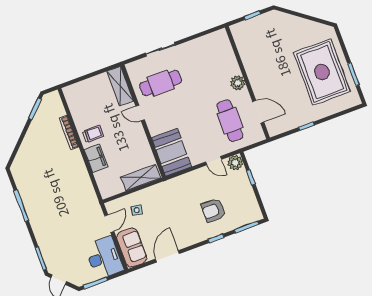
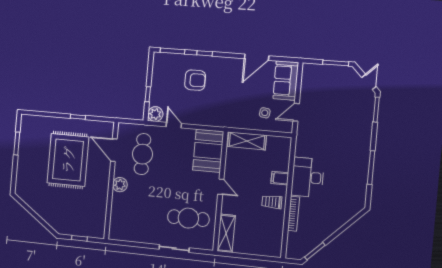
rug: (322, 72) -> (68, 160), moved
door: (140, 113) -> (221, 187), moved
filing cabinet: (96, 158) -> (280, 178), width x0.50
desk: (104, 258) -> (308, 177), moved

